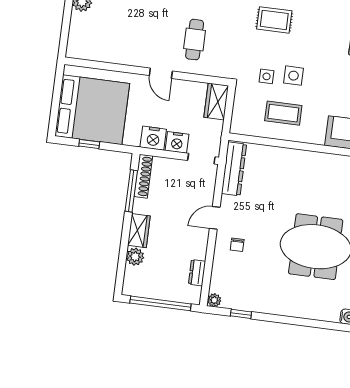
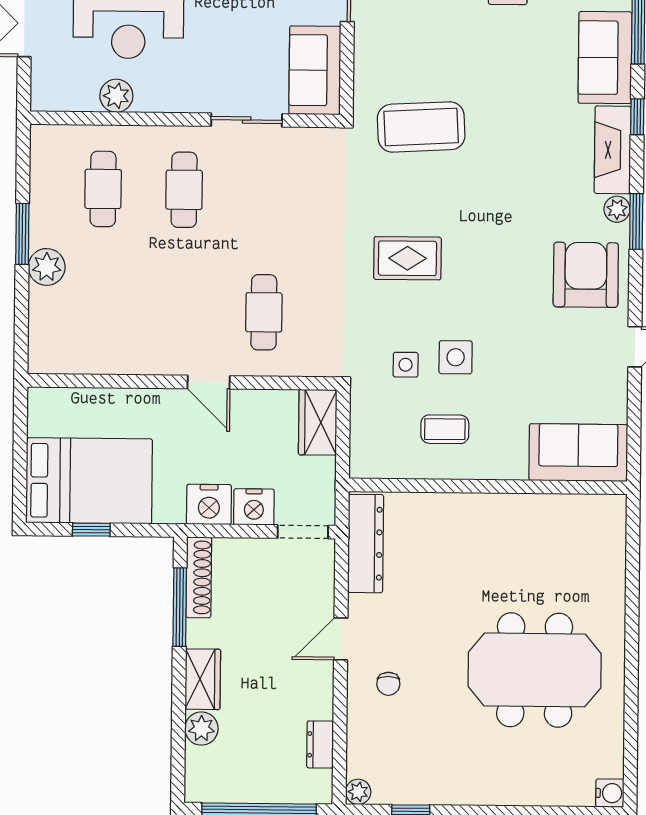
bed: (92, 110) -> (89, 481), width x0.73
coffee table: (283, 113) -> (445, 429), width x0.73, depth x0.77

